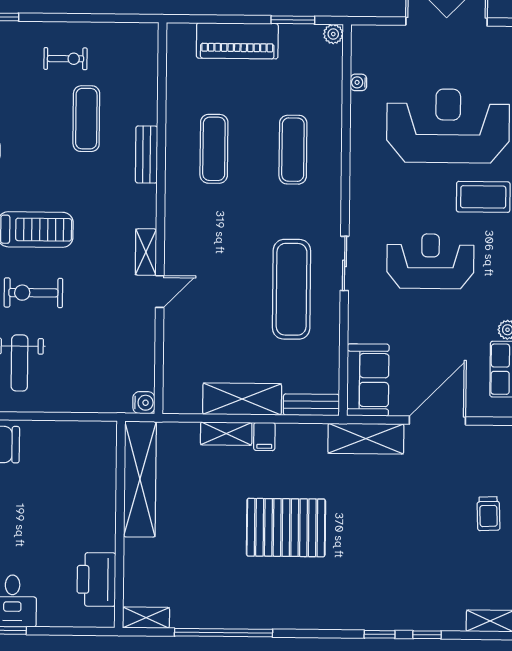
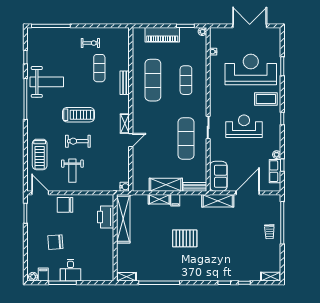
exercise mat: (214, 149) -> (153, 80), width x1.36, depth x1.45
pallet: (286, 528) -> (185, 238), width x0.73, depth x0.71
printer: (96, 579) -> (106, 217), moved

